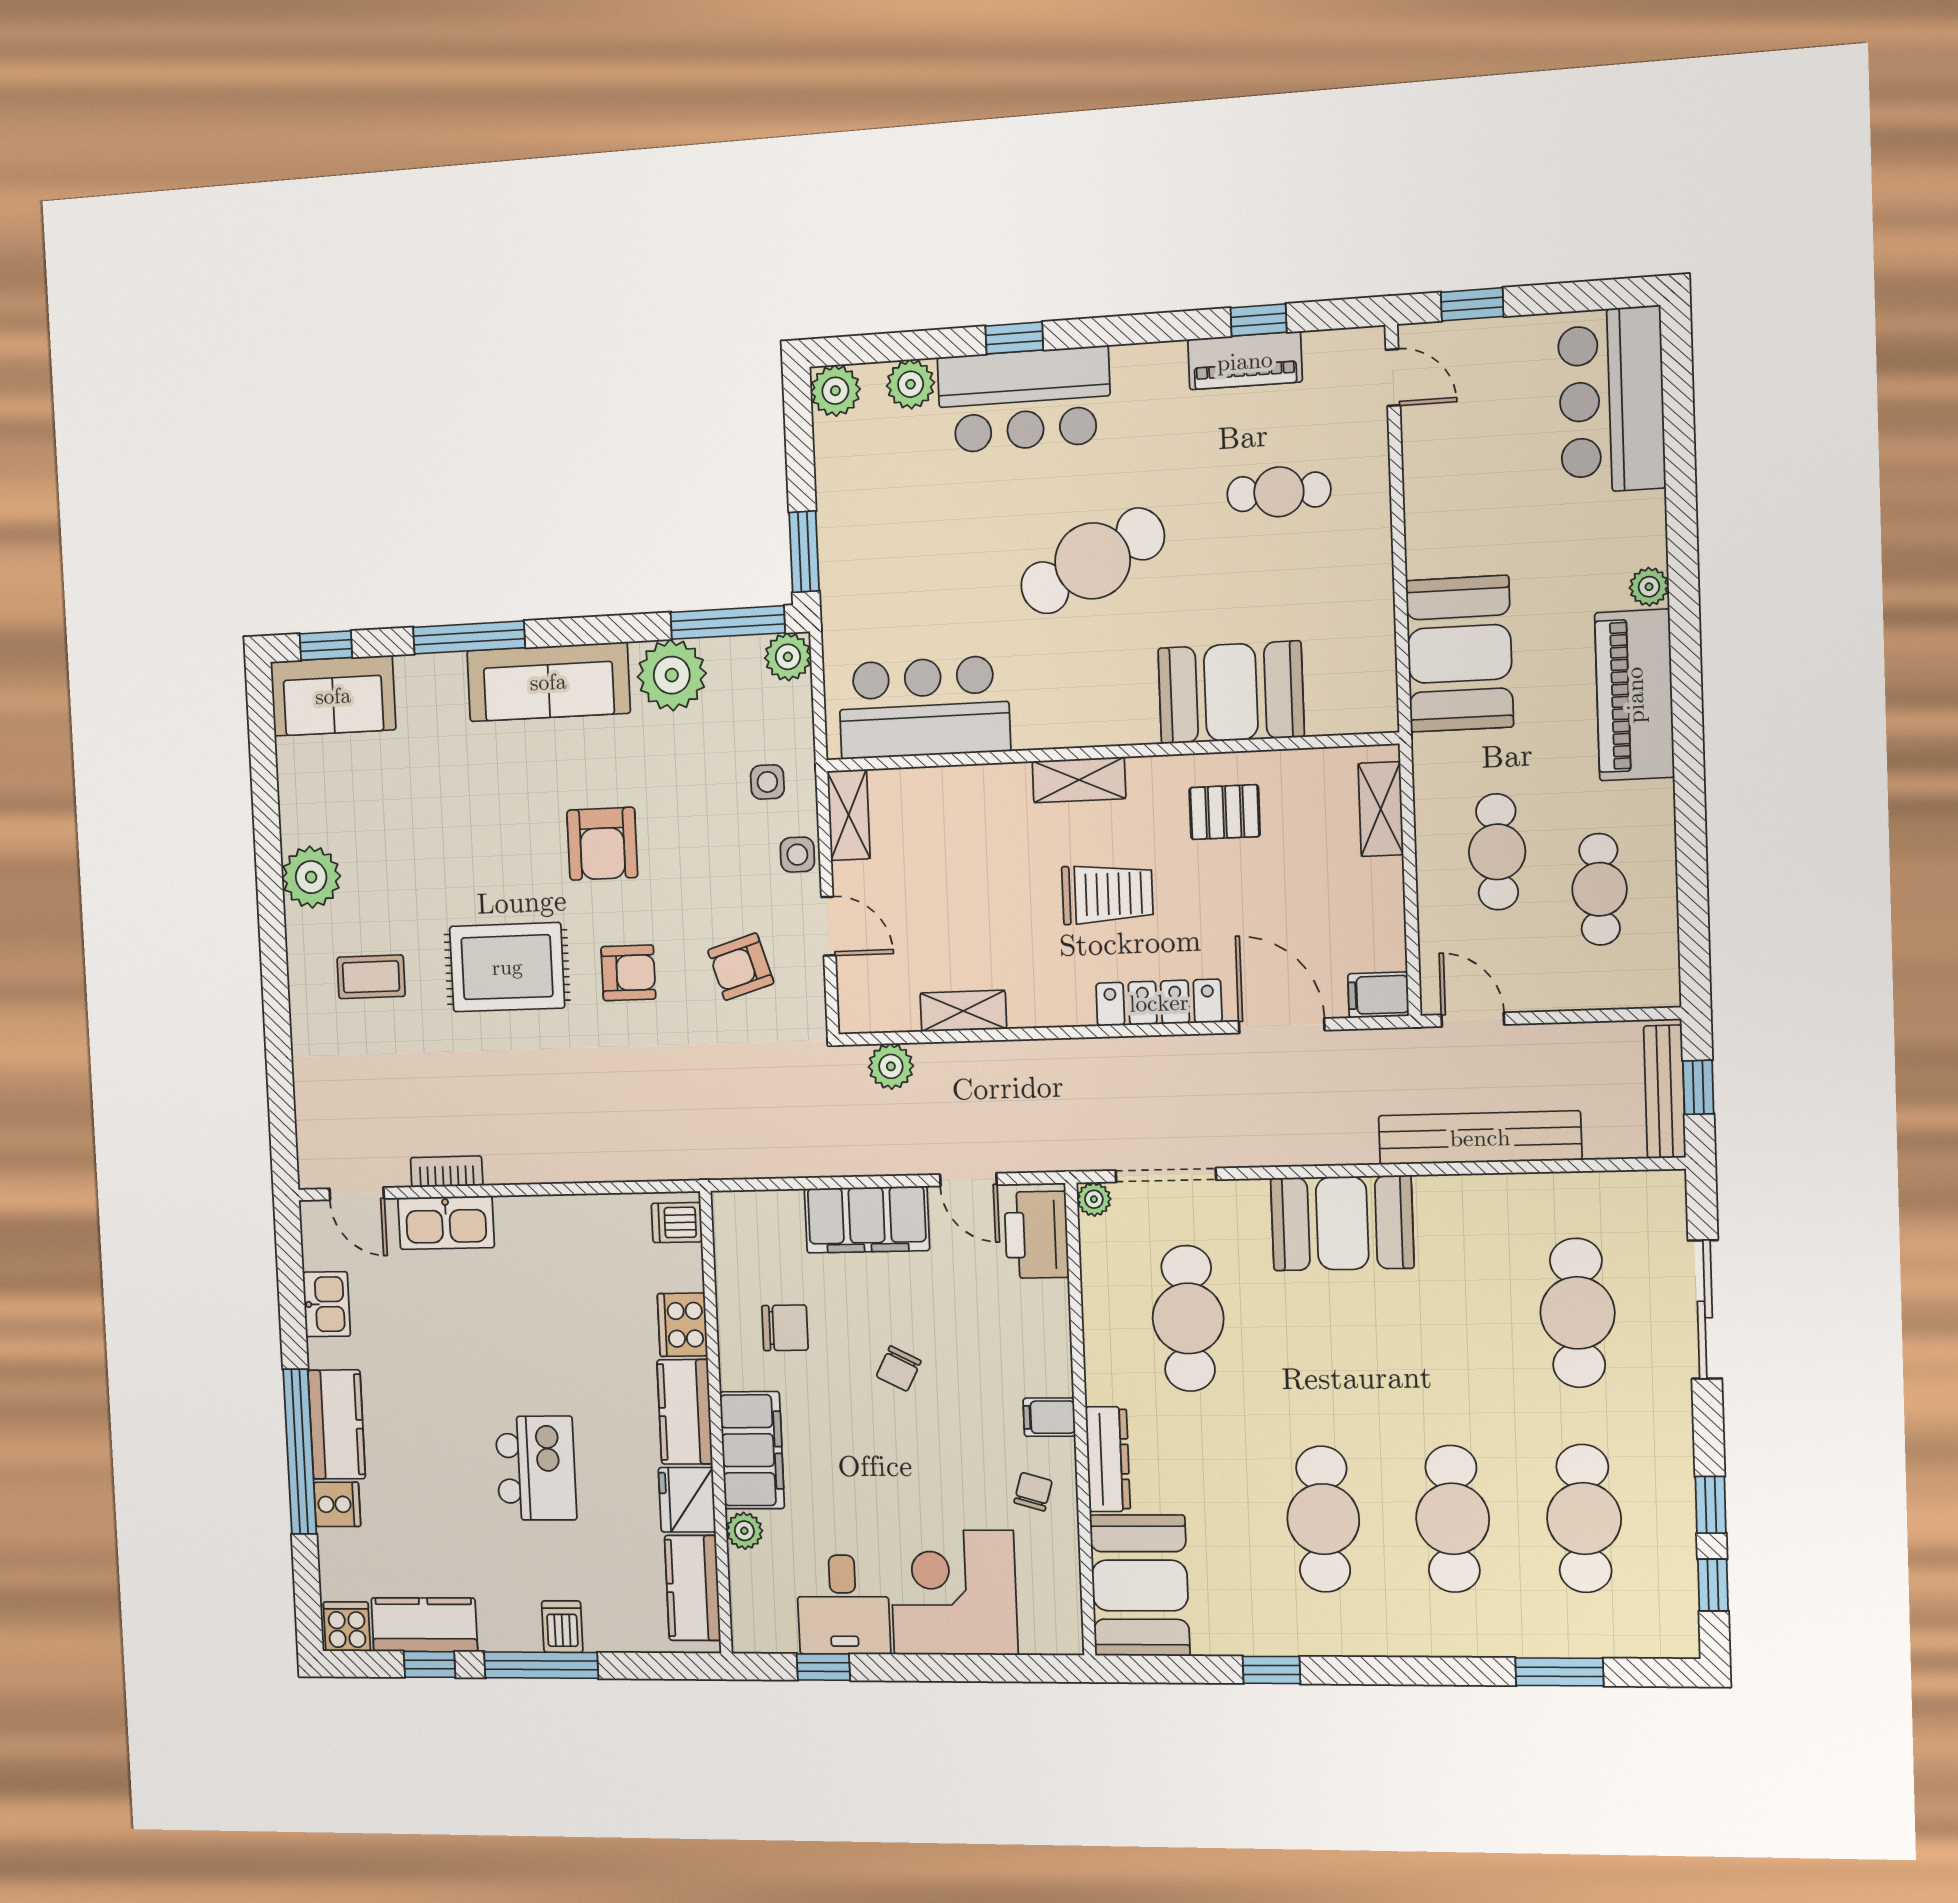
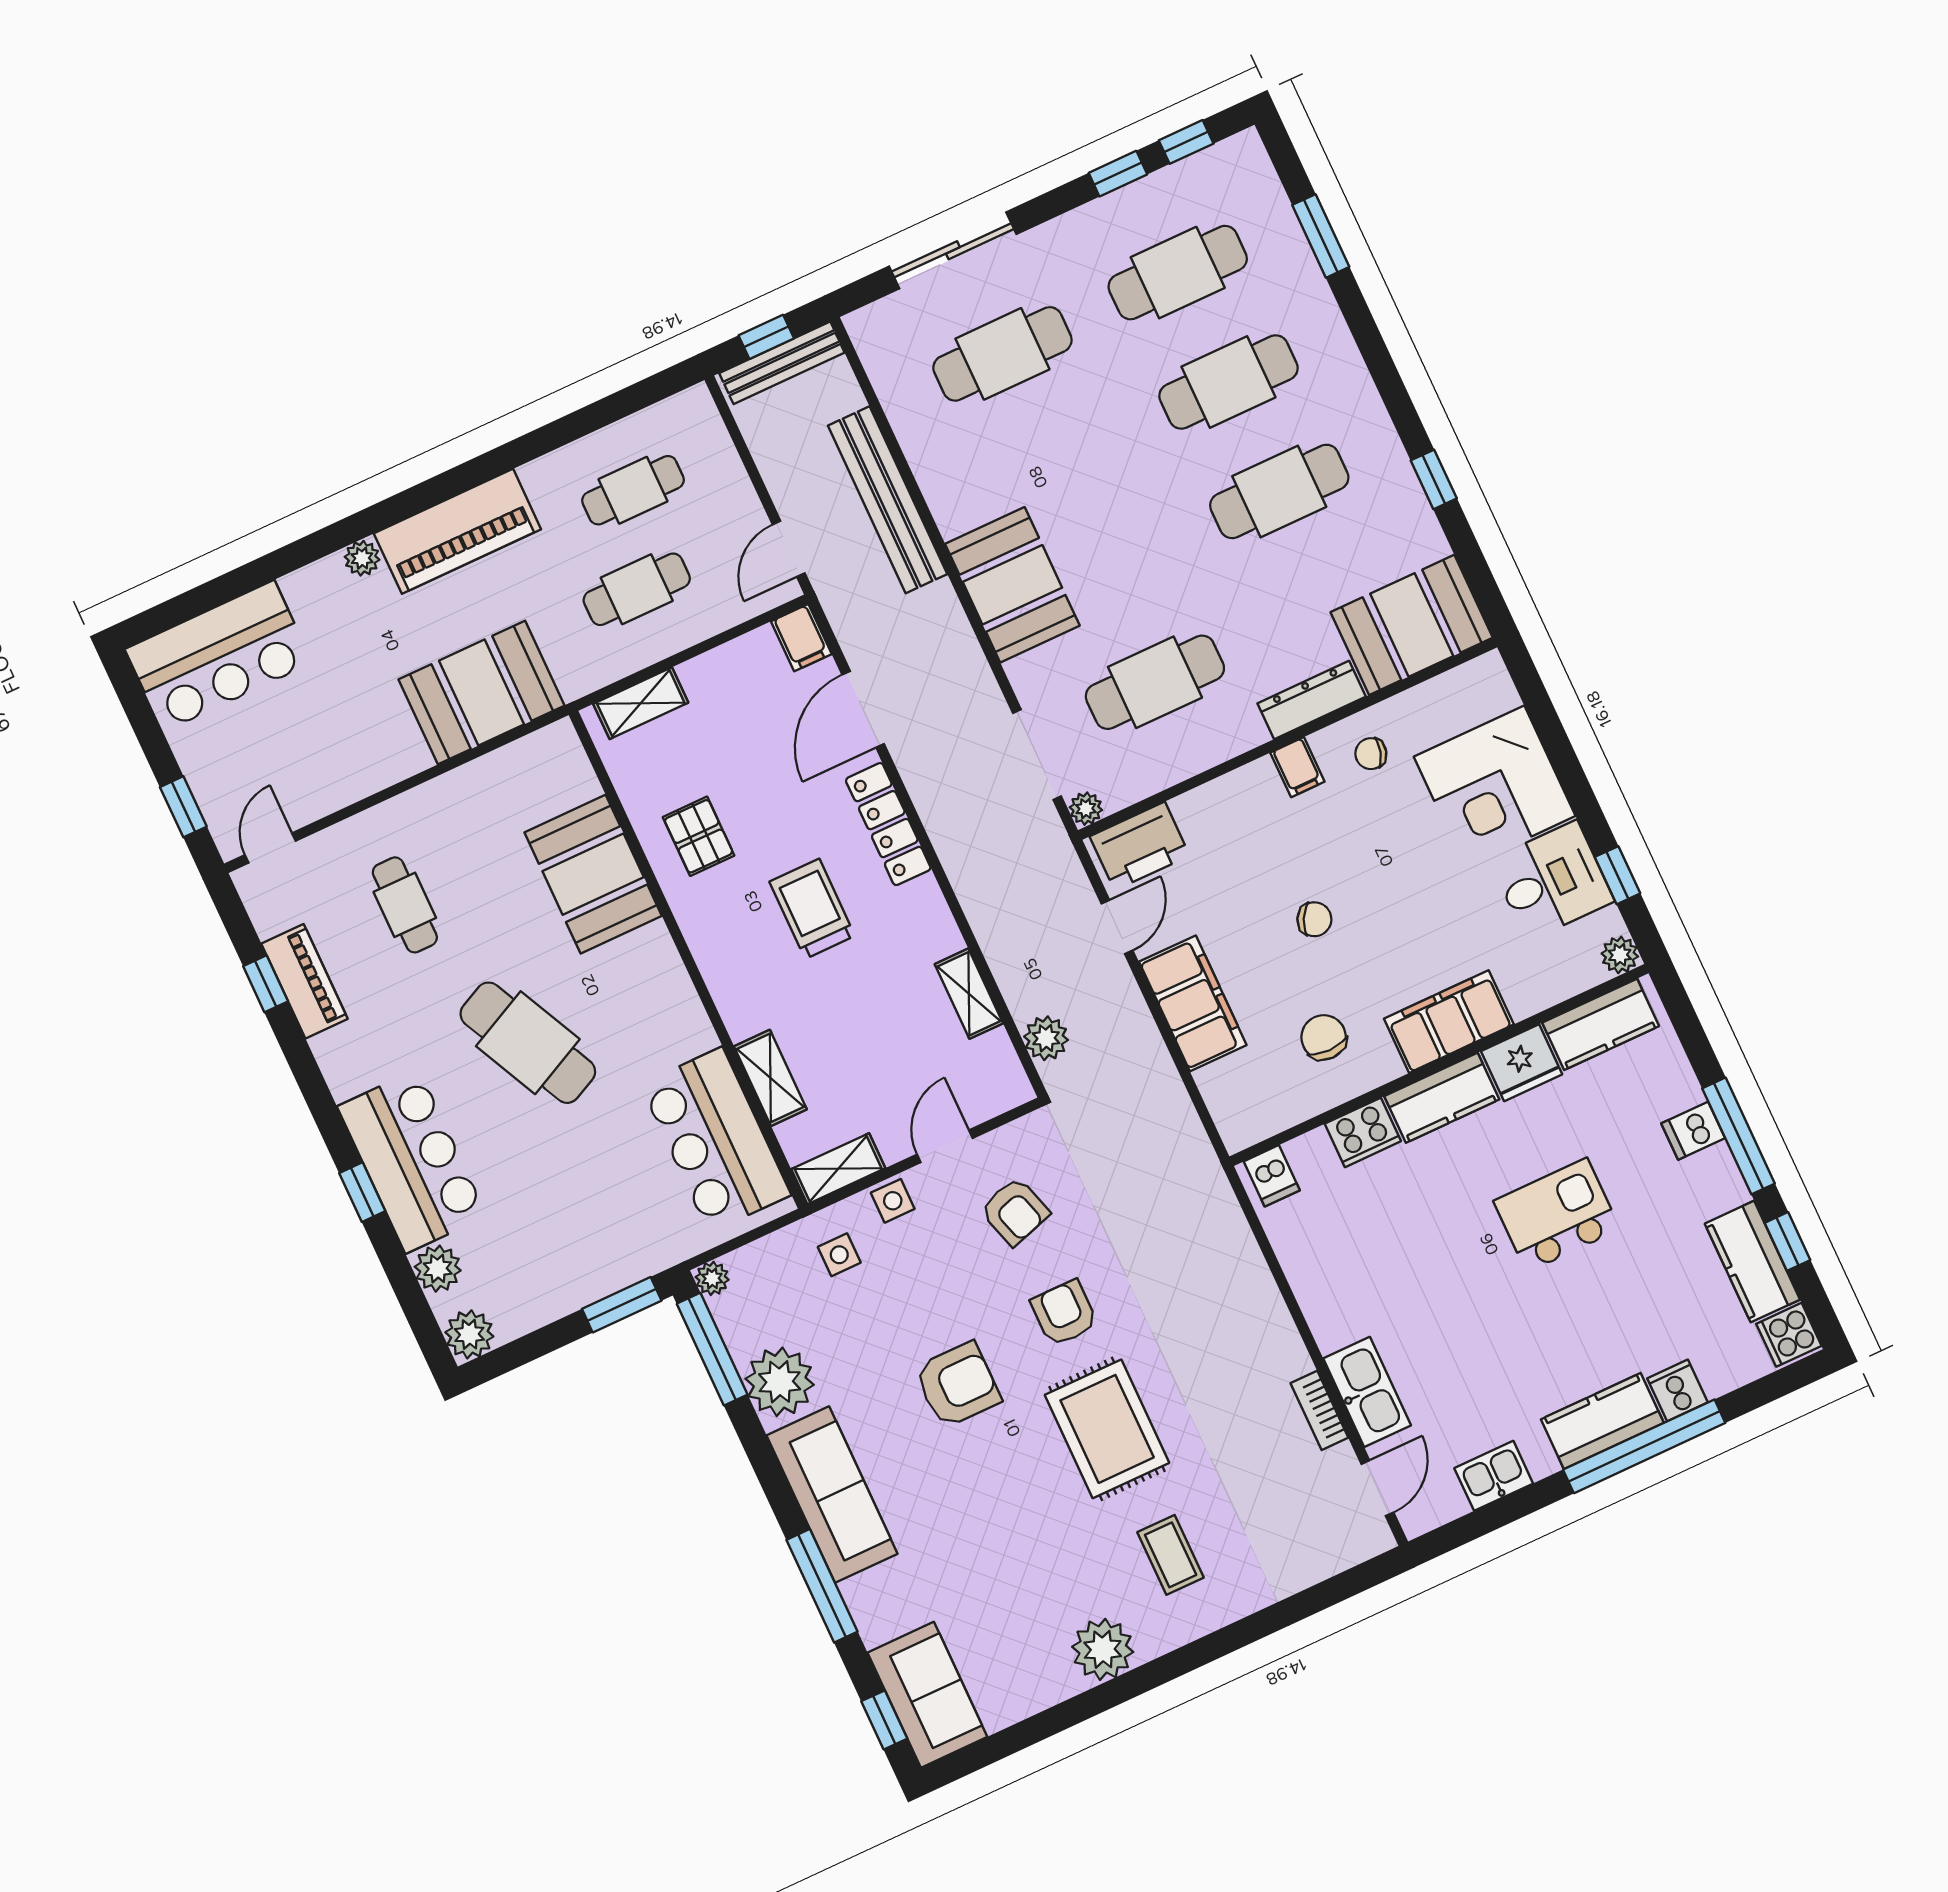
plant: (788, 657) -> (712, 1278), width x0.73, depth x0.73
shelving: (1079, 780) -> (770, 1078), moved
plant: (744, 1531) -> (1620, 955), moved

